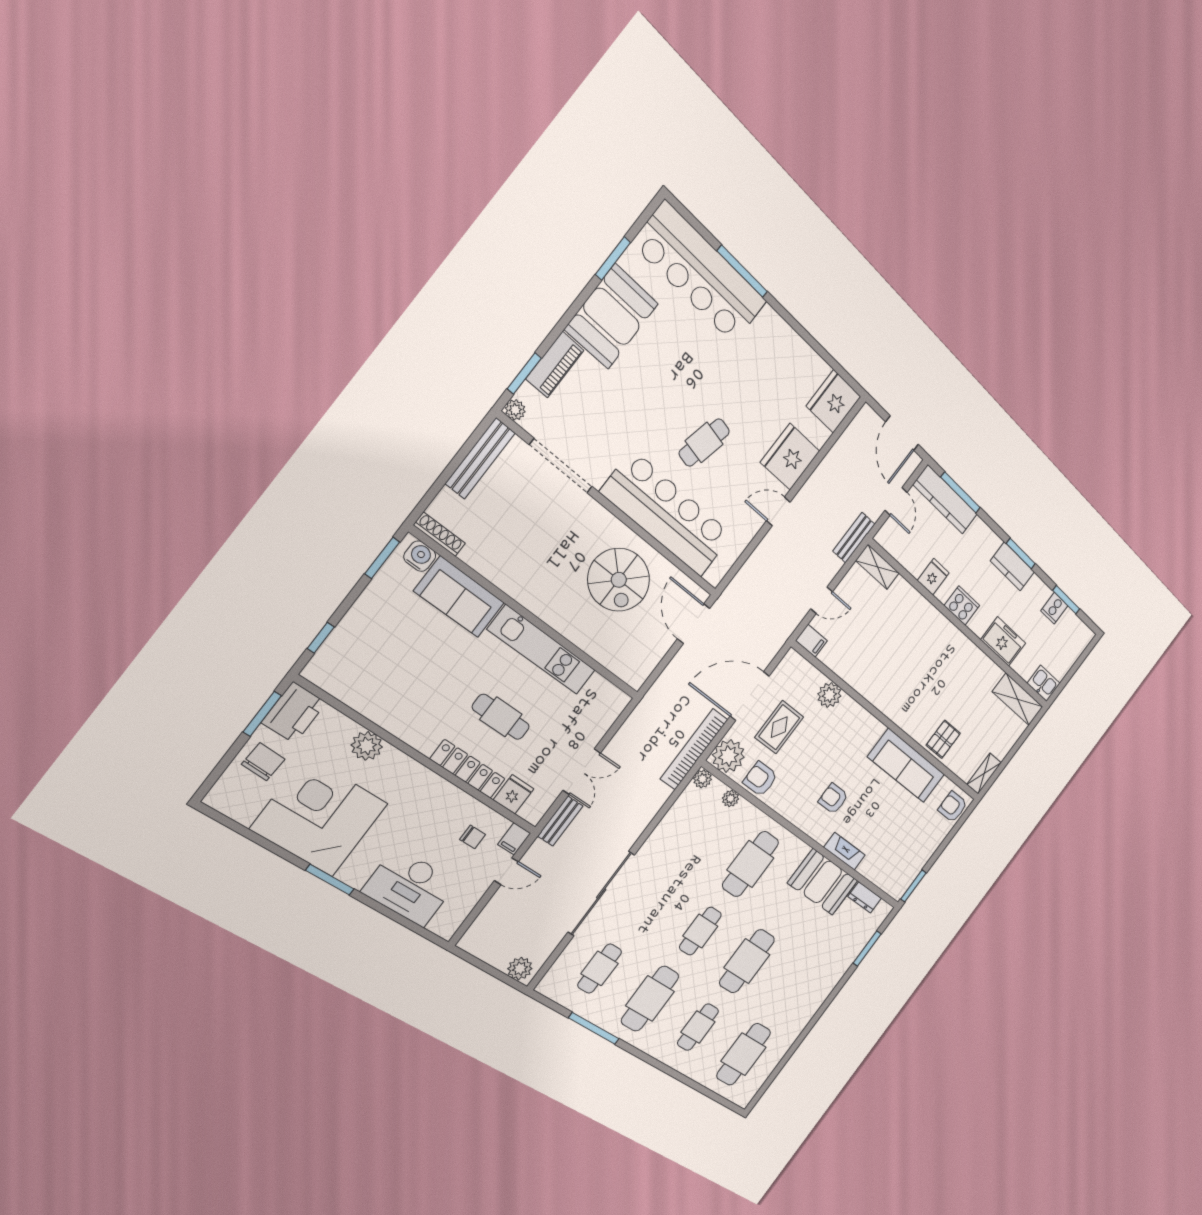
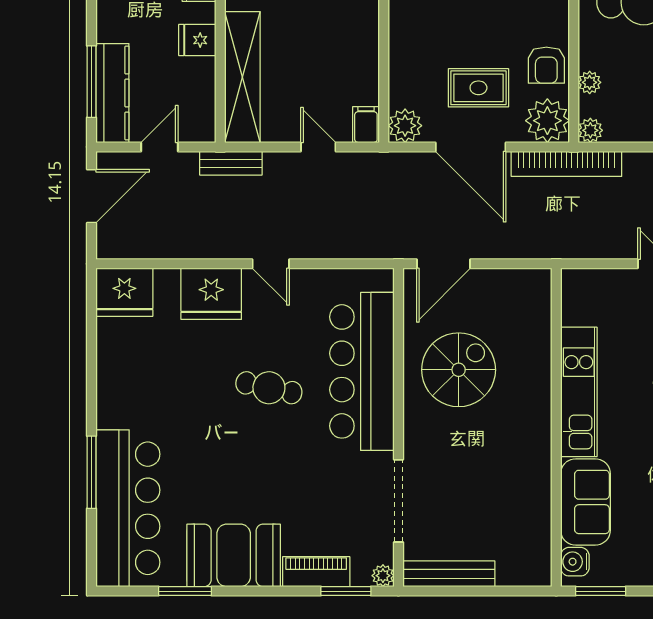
shoe rack: (439, 534) -> (543, 559), removed
shelving: (877, 567) -> (242, 77), width x2.20, depth x1.33
plant: (829, 695) -> (405, 126), moved

